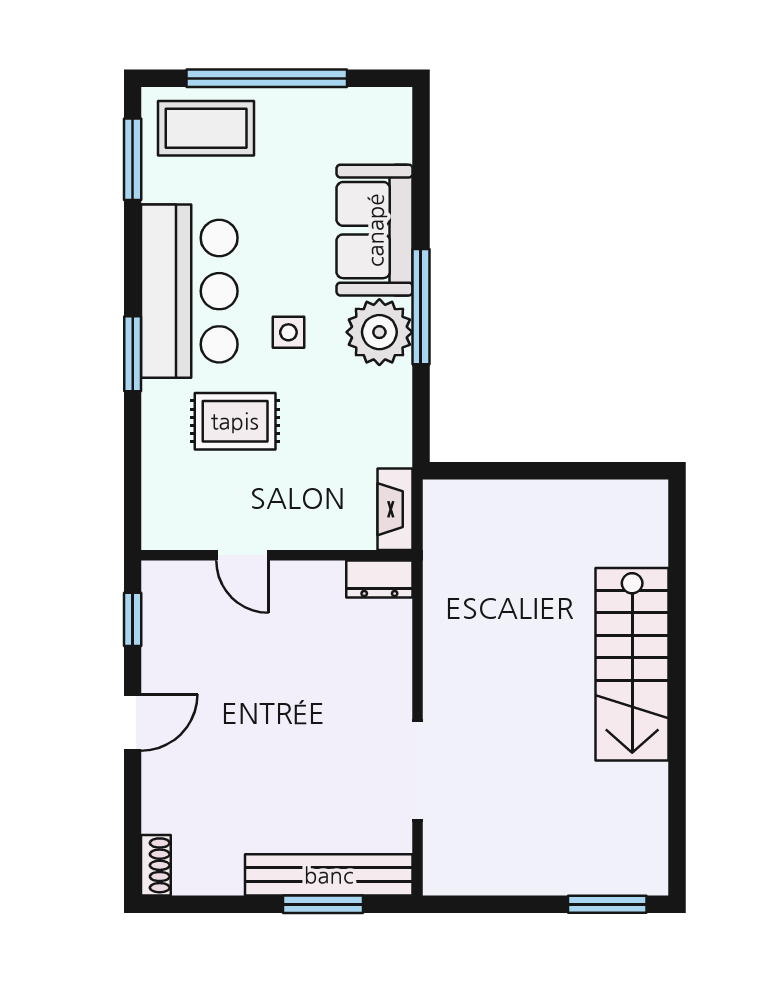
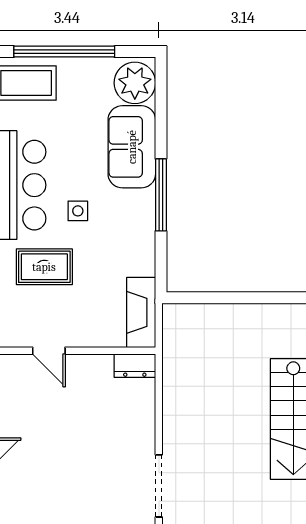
plant: (379, 332) -> (135, 83), moved
fireplace: (395, 509) -> (141, 312), width x1.37, depth x1.32

